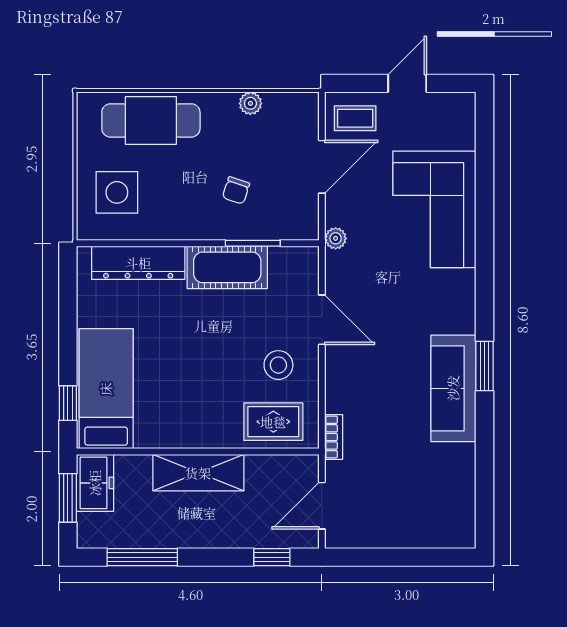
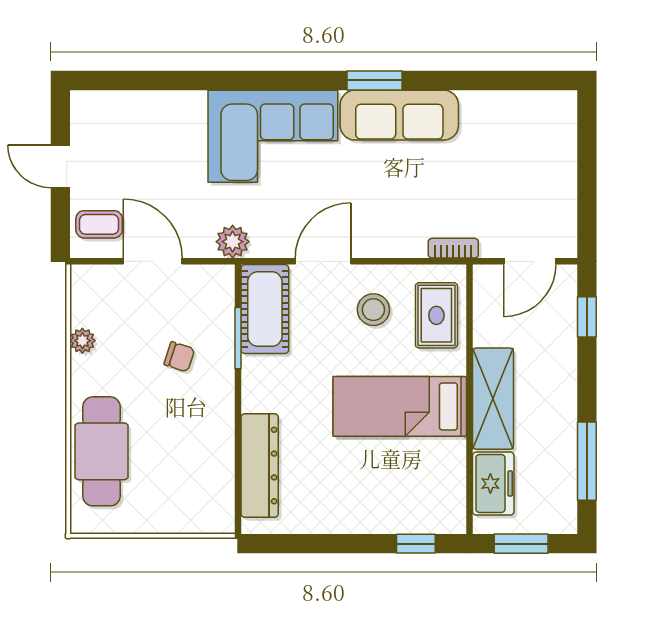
coffee table: (355, 118) -> (99, 224), turned 90
side table: (117, 192) -> (182, 489), removed
corner sofa: (434, 209) -> (273, 136), moved
plant: (336, 238) -> (233, 242), width x1.38, depth x1.38
cot: (227, 267) -> (265, 309), moved
bed: (106, 389) -> (400, 406), moved
freezer: (95, 483) -> (493, 484), moved, turned 90
door: (322, 506) -> (530, 261), hinge flipped

